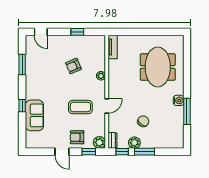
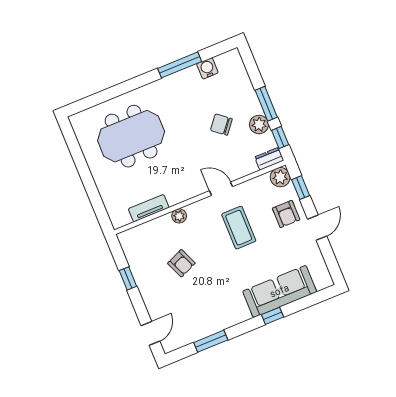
tv unit: (113, 47) -> (149, 208), moved
water cooler: (179, 100) -> (207, 68), moved
sofa: (34, 115) -> (280, 292), width x1.36

